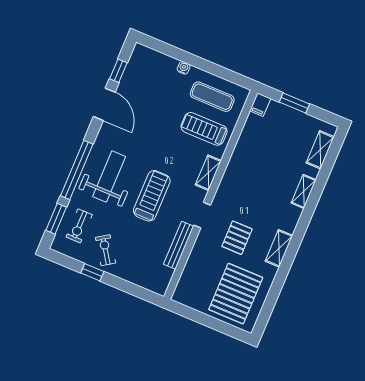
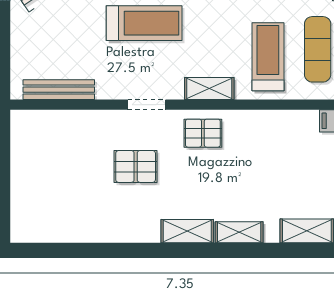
bench: (179, 245) -> (59, 90), moved
shelving: (279, 248) -> (187, 231), moved
pallet: (236, 294) -> (203, 133), moved, width x0.49, depth x0.50

